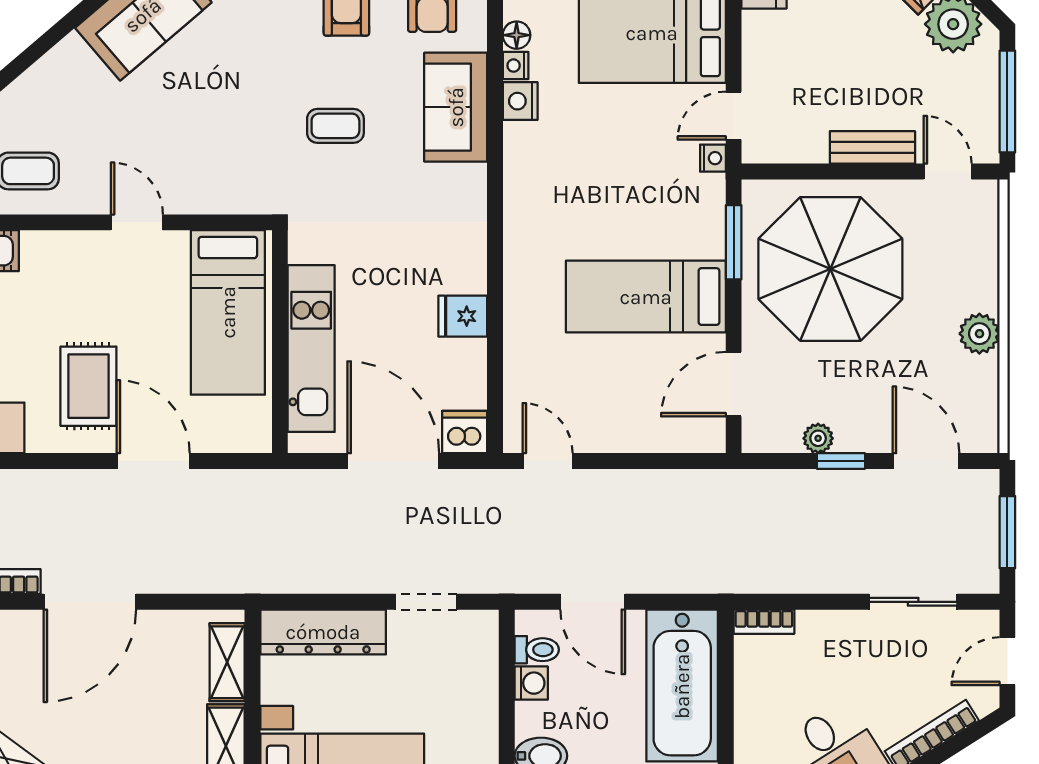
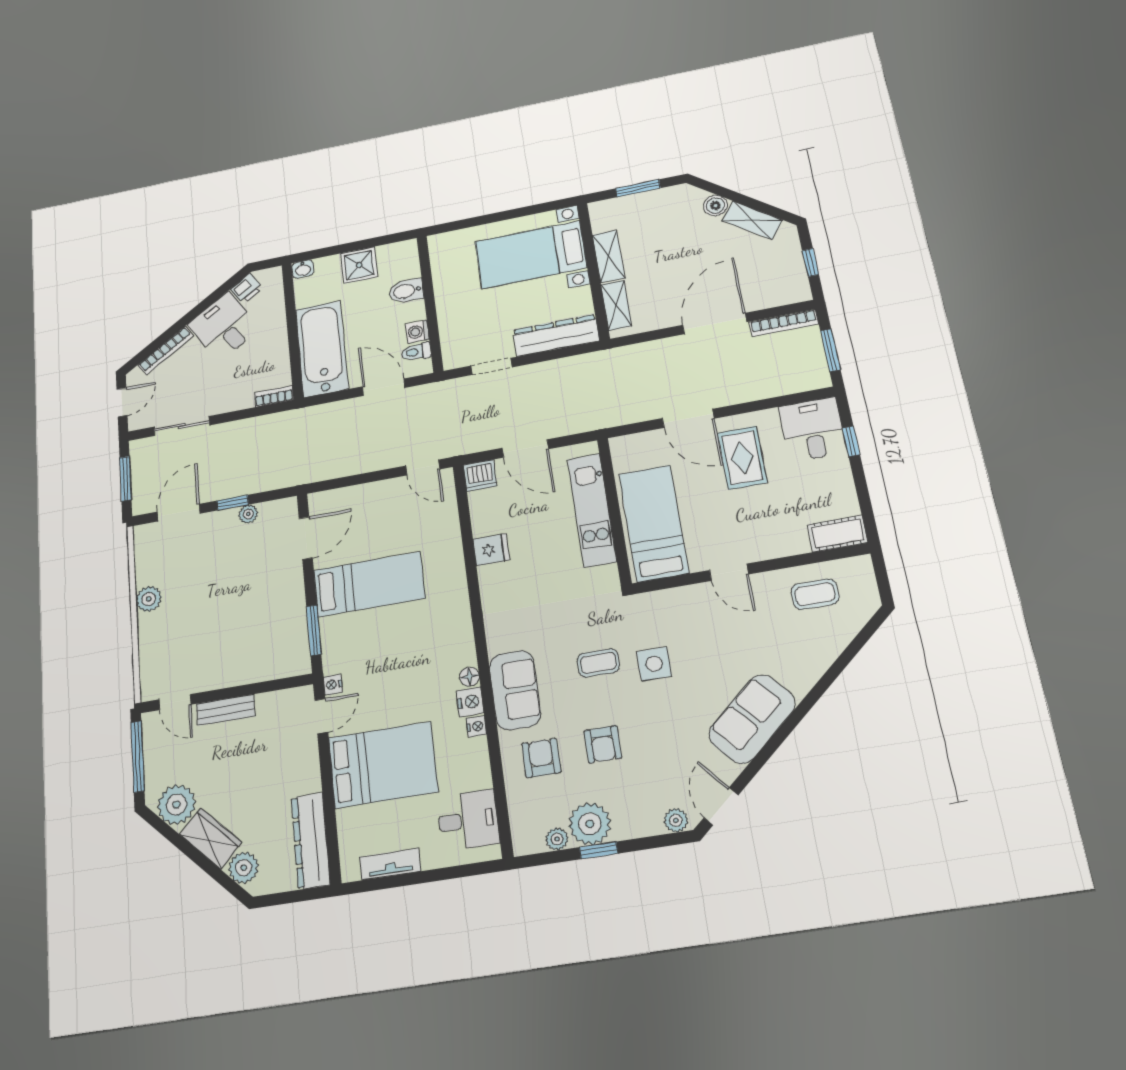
floor lamp: (517, 35) -> (470, 677), moved
side table: (260, 112) -> (654, 664), added
parasol: (830, 269) -> (248, 624), removed
door: (393, 461) -> (525, 448), width x0.73
door: (926, 461) -> (179, 513), swing flipped

